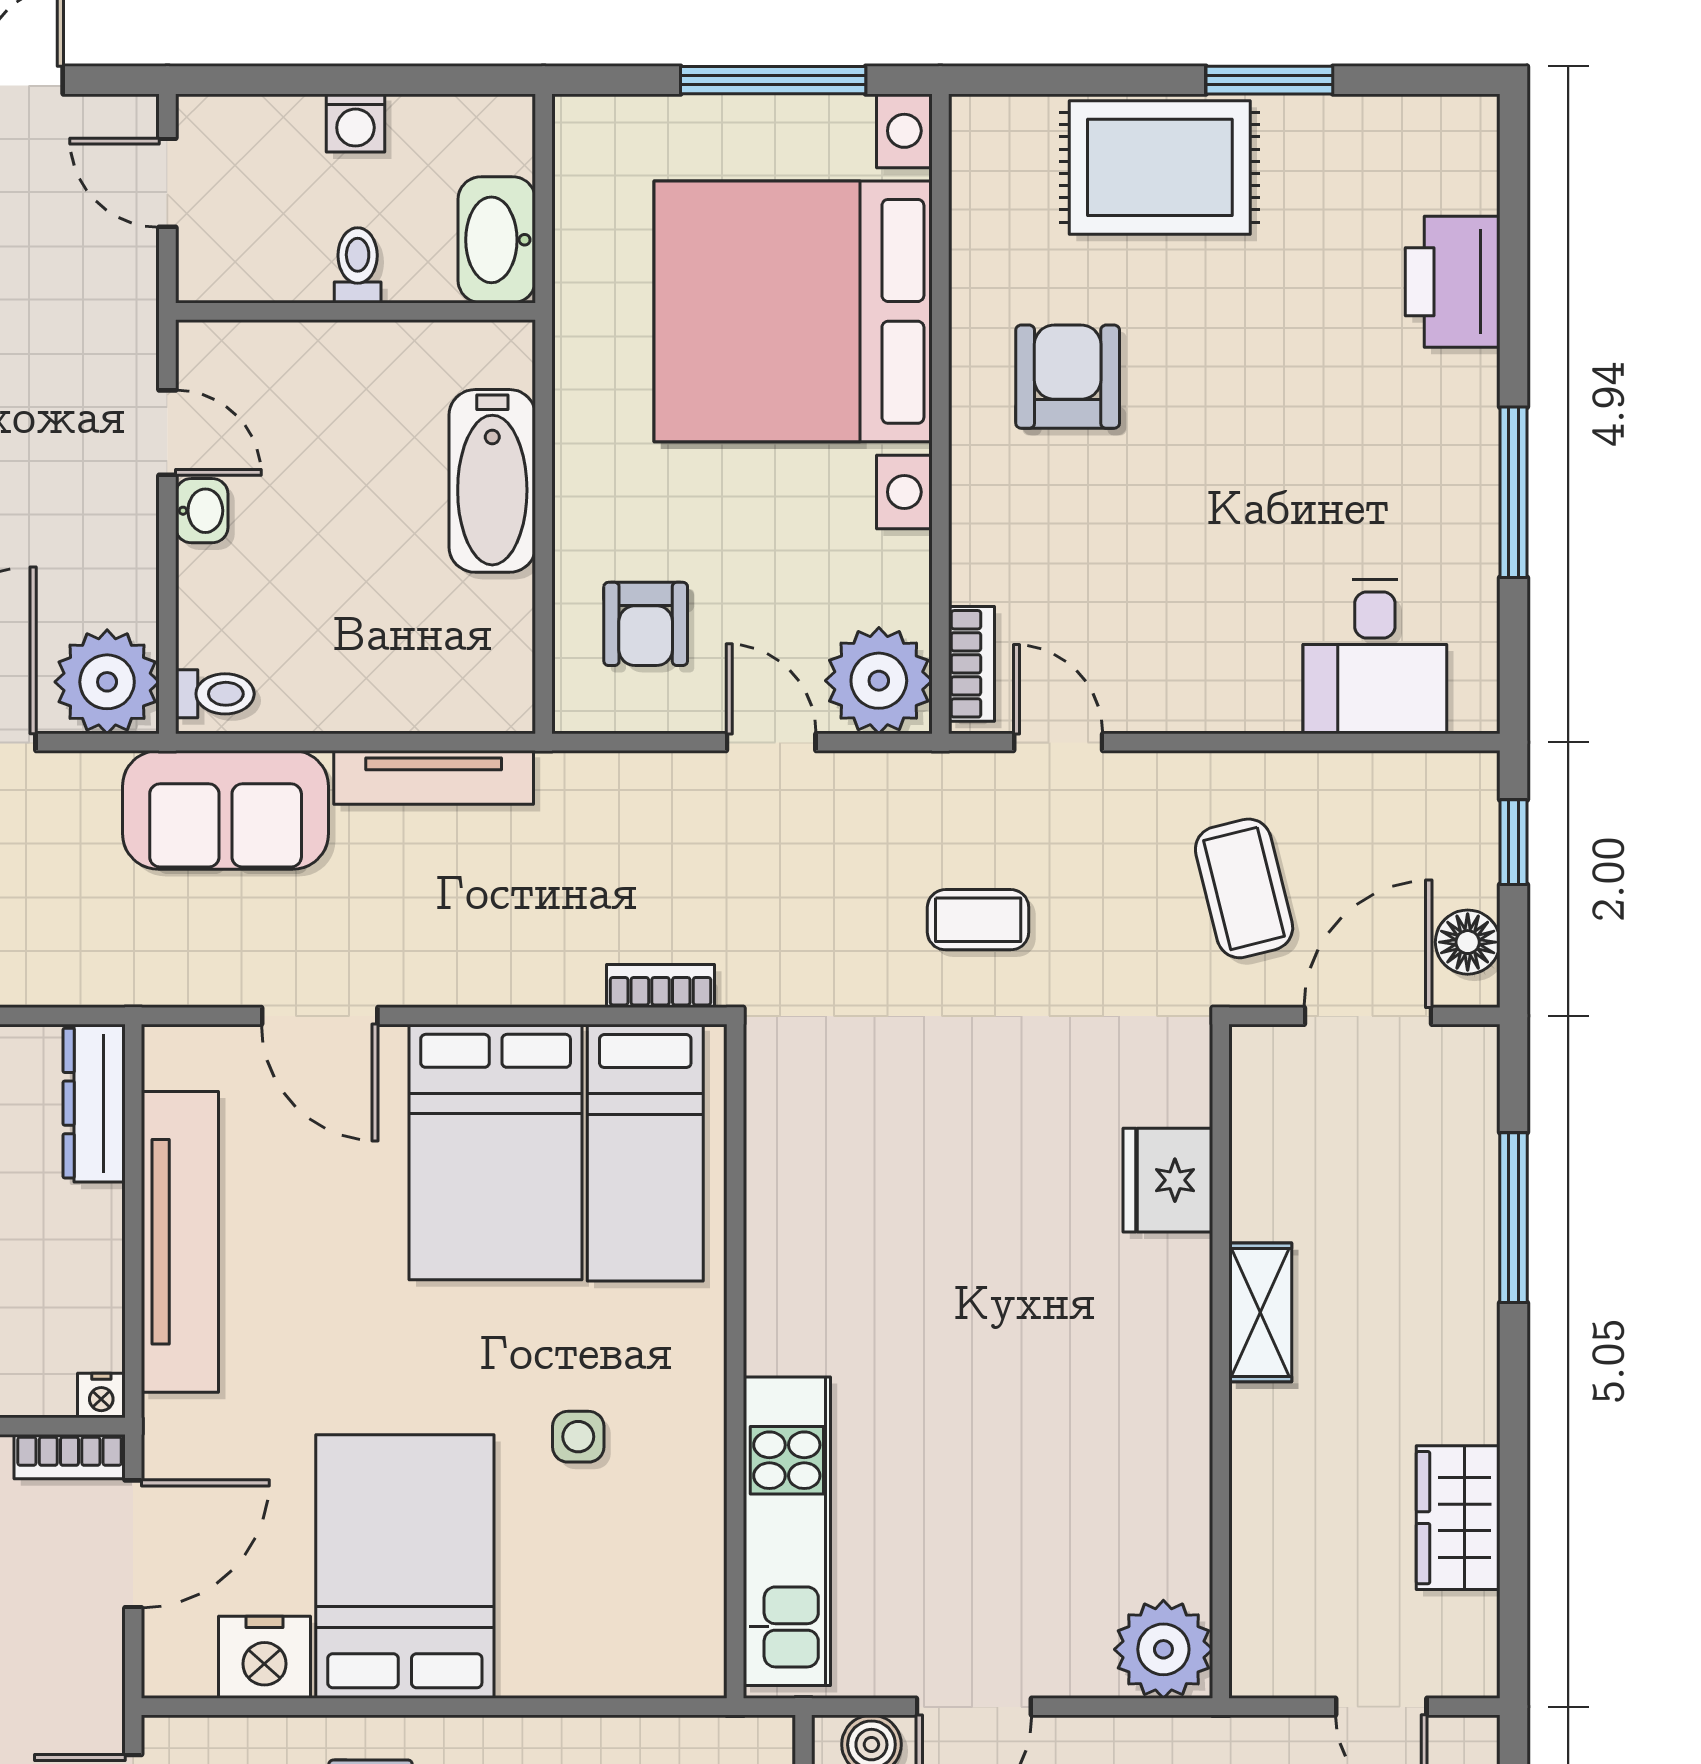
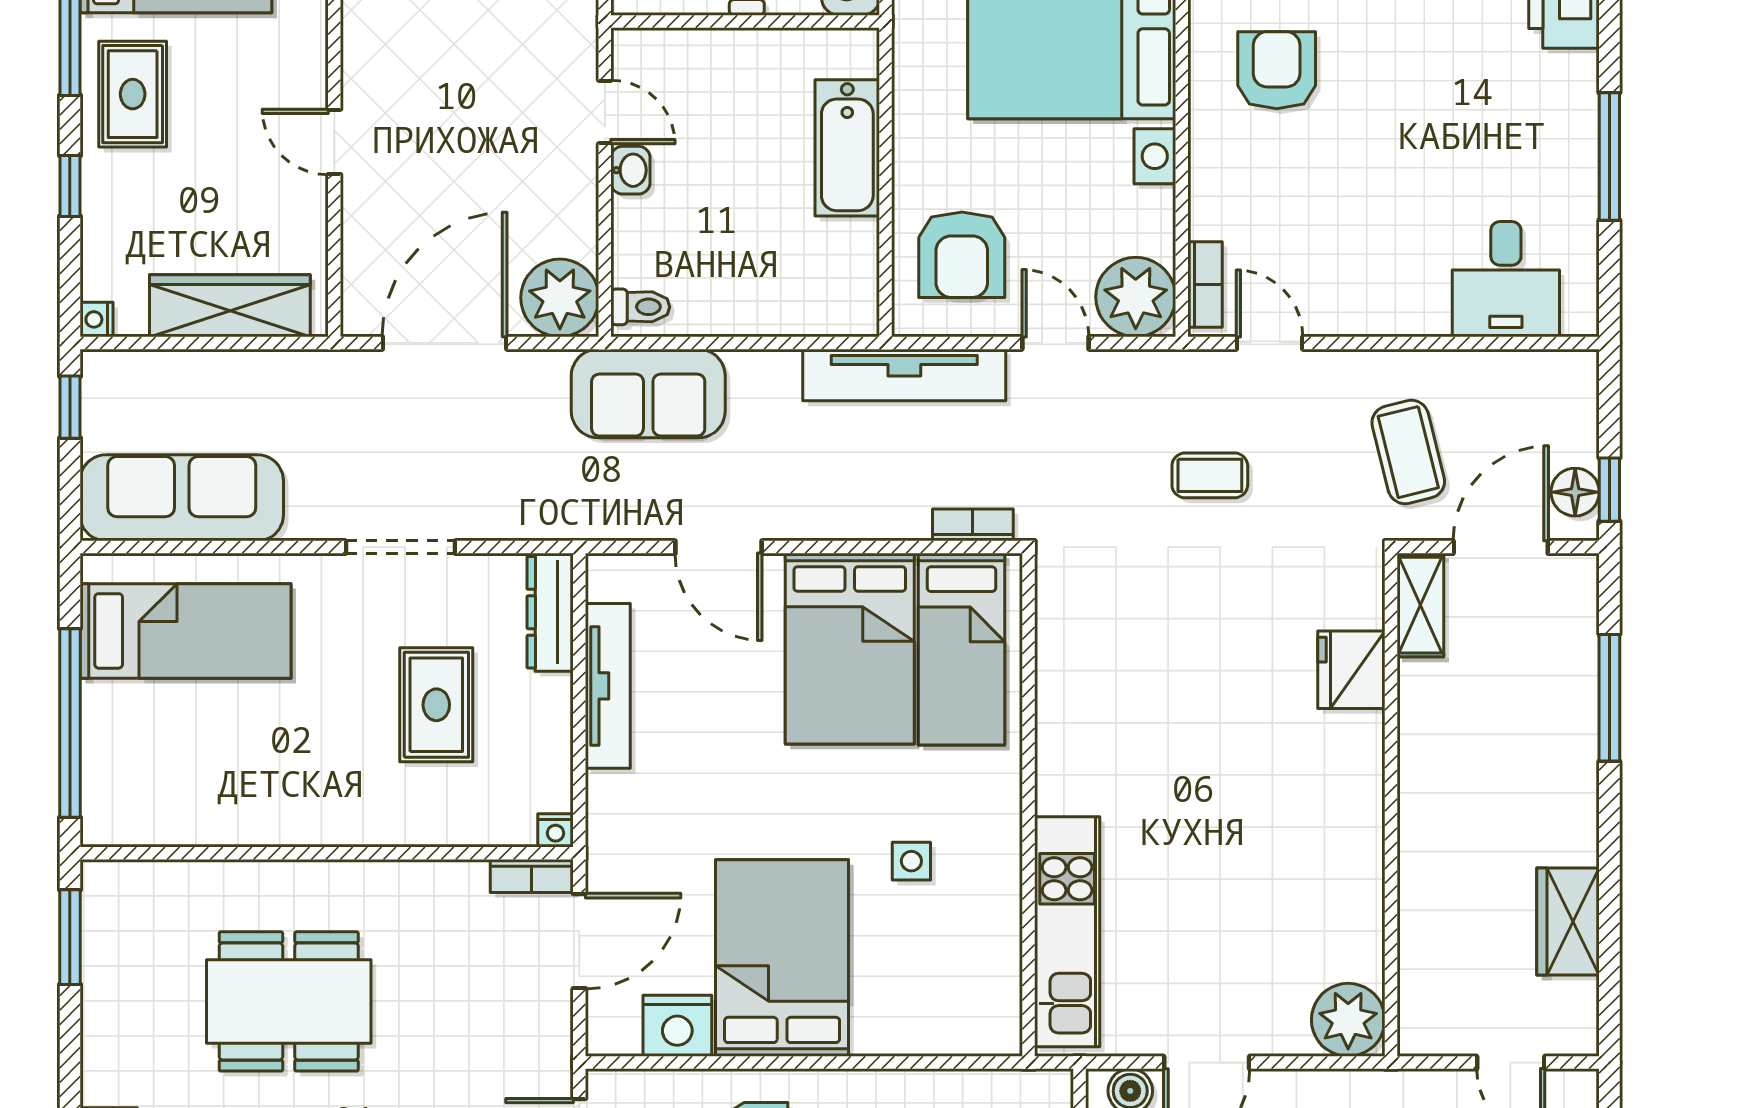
armchair: (646, 624) -> (962, 255), width x1.38, depth x1.38
tv unit: (434, 777) -> (904, 375), moved, width x1.36, depth x1.29
window: (1514, 842) -> (1609, 490), moved
tv unit: (180, 1242) -> (608, 686), width x0.73, depth x0.78
shelving: (1260, 1312) -> (1420, 605), moved

